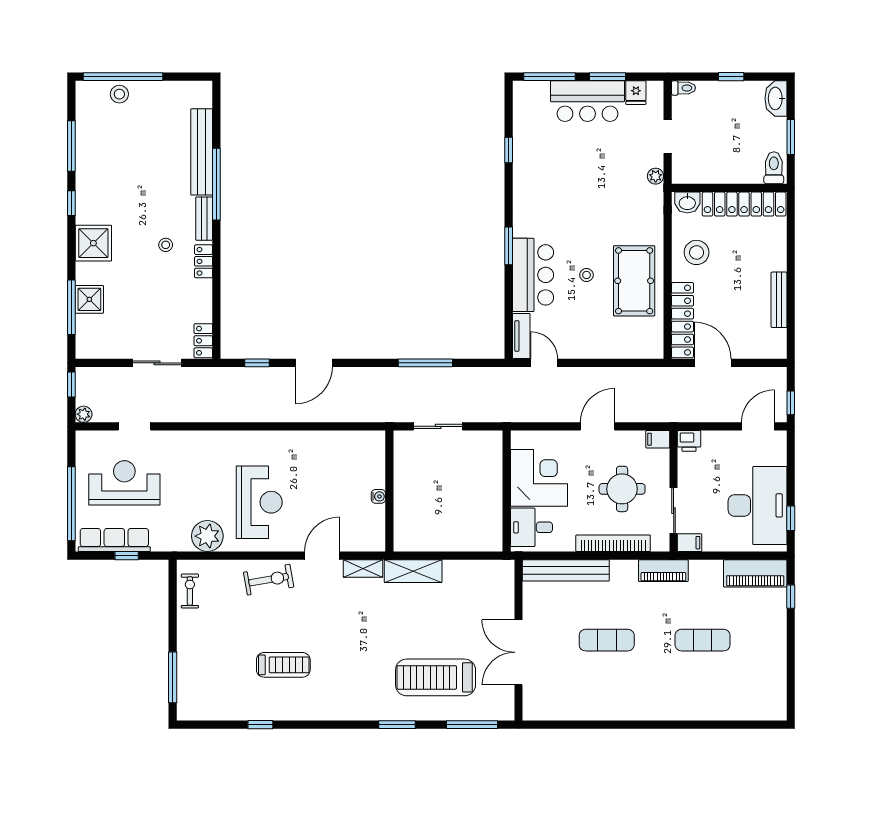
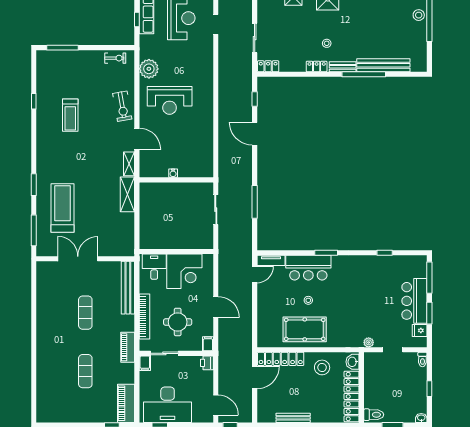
washbasin: (776, 98) -> (421, 418), width x0.52, depth x0.69

